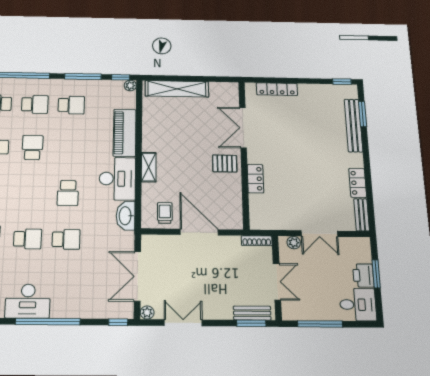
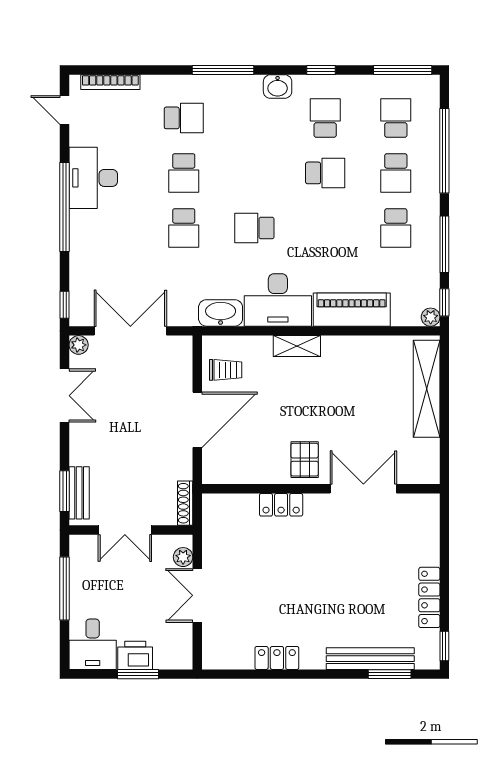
locker: (277, 89) -> (429, 597), moved
bench: (362, 215) -> (227, 660), removed

